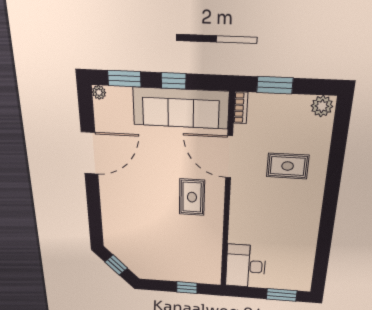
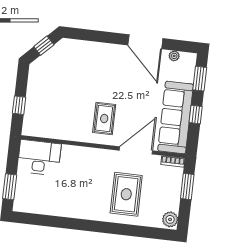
plant: (99, 92) -> (174, 56), moved
rug: (288, 166) -> (126, 194), width x1.36, depth x1.43
rug: (192, 197) -> (104, 118), turned 90

